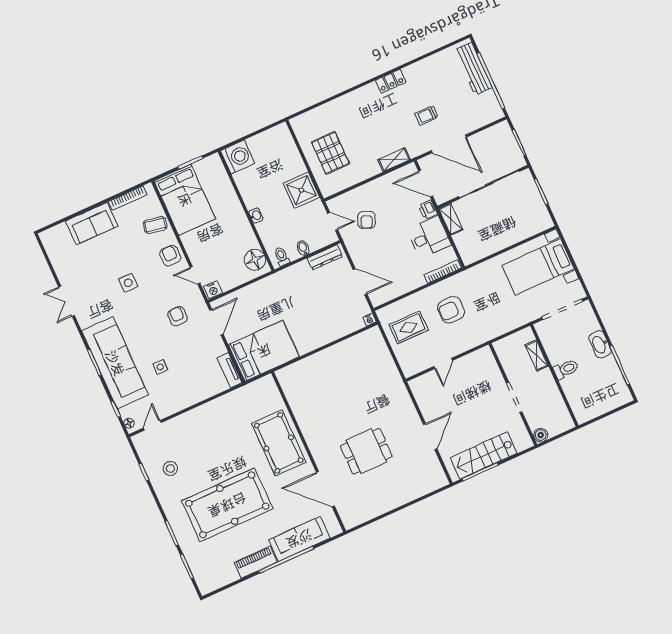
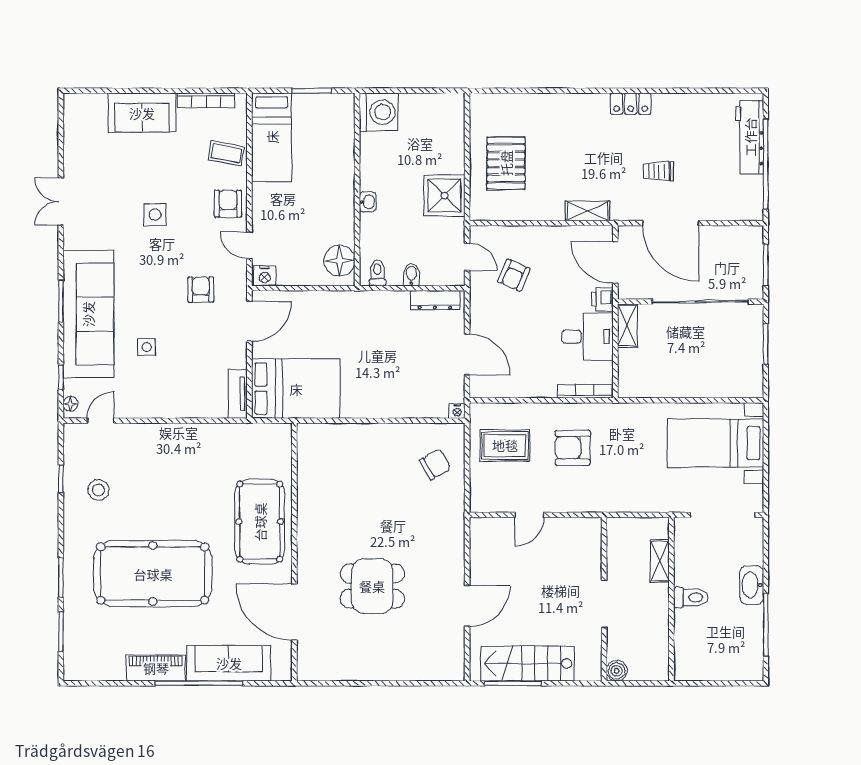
bed: (185, 200) -> (272, 137), width x0.67
chair: (371, 359) -> (435, 464), added

